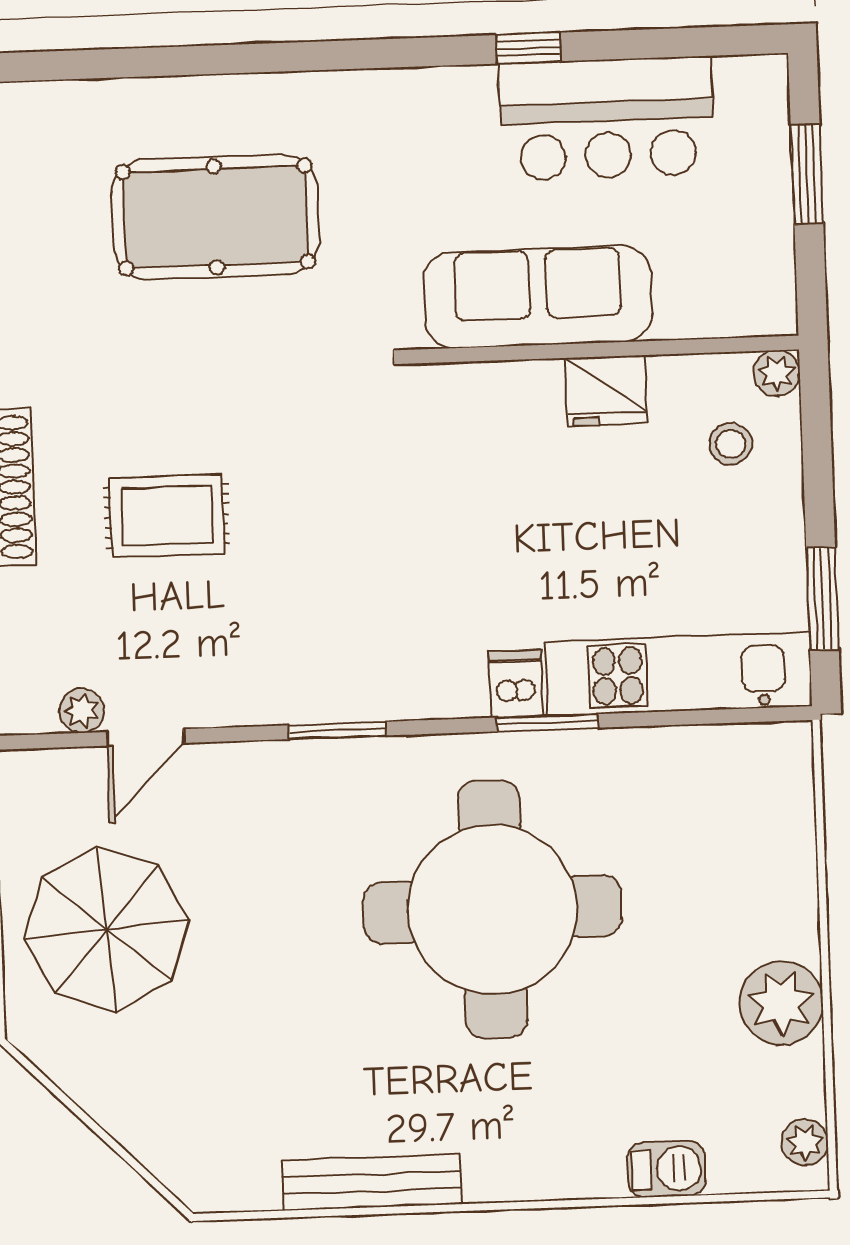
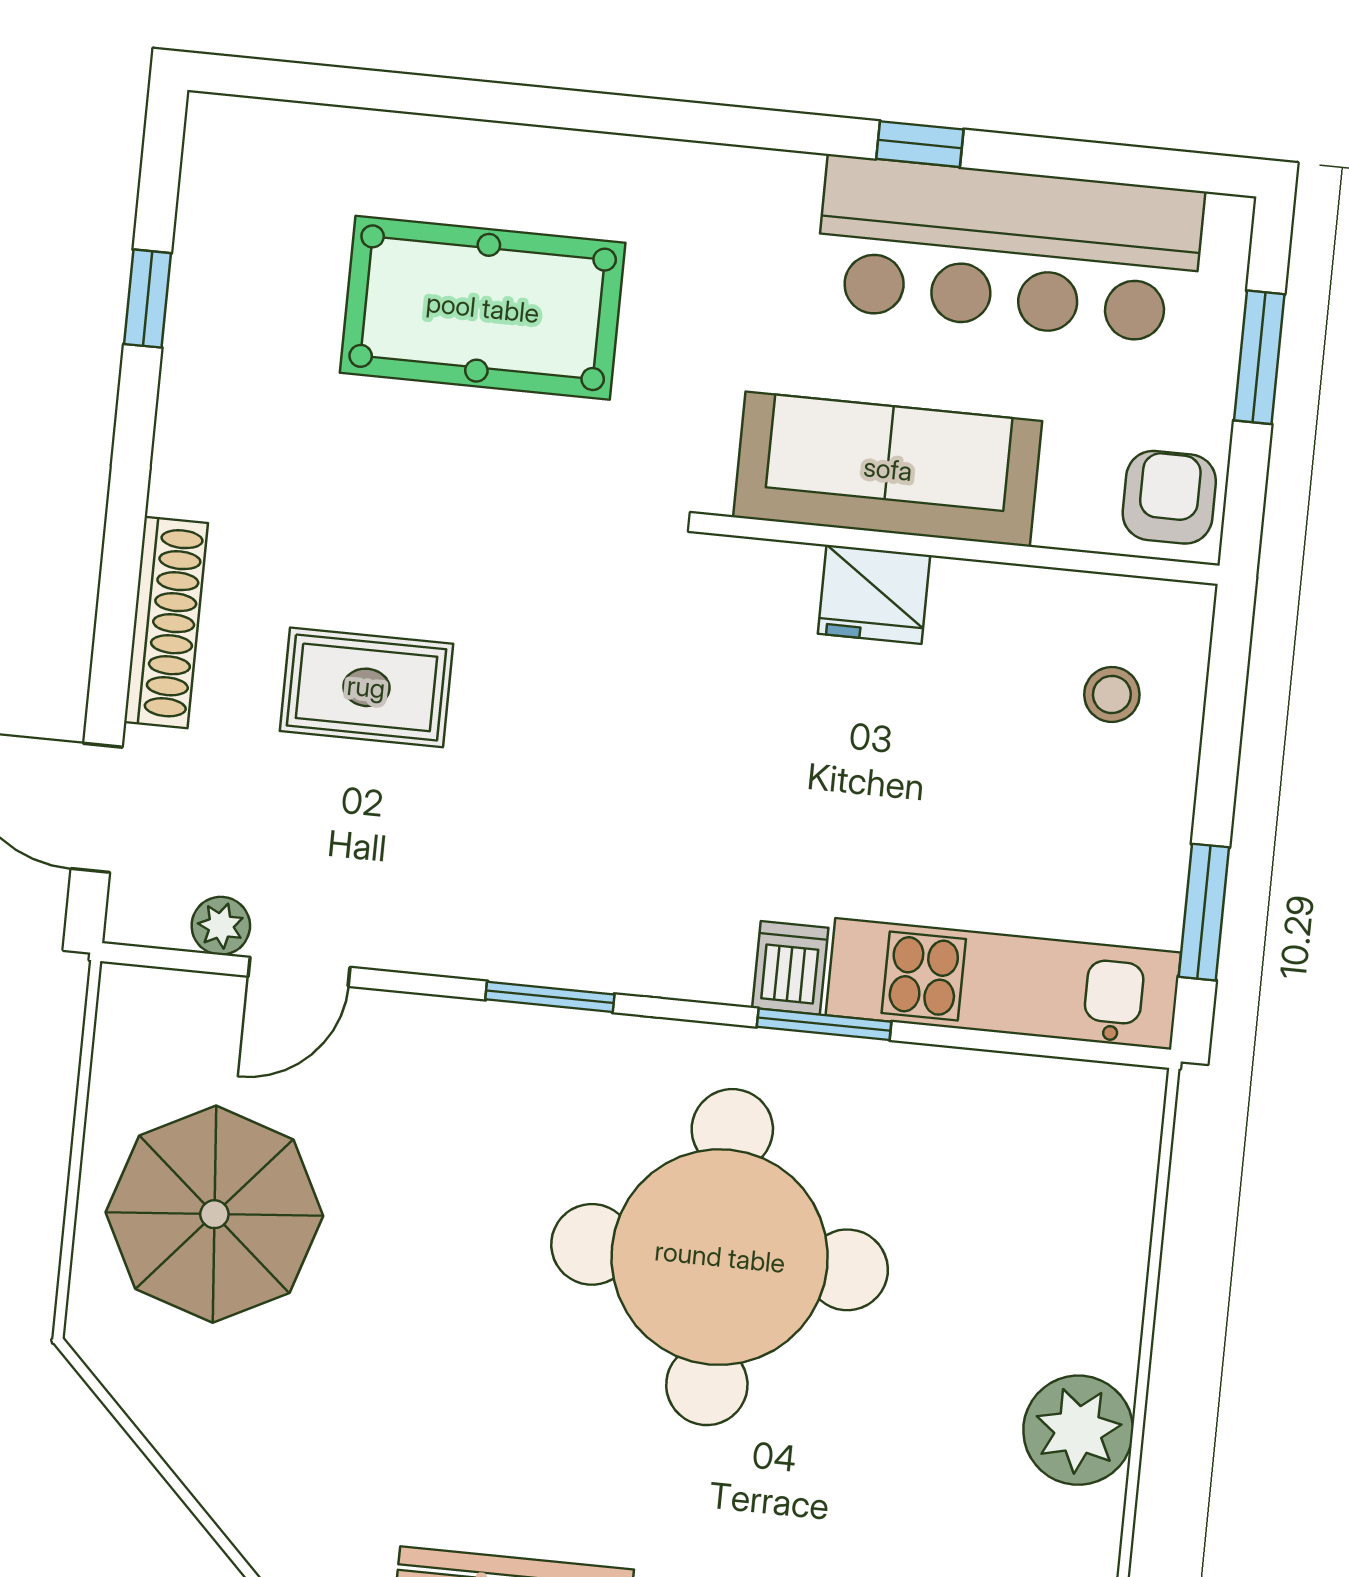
bar counter: (607, 118) -> (1009, 249), width x1.36
armchair: (754, 289) -> (1169, 497), added
plant: (777, 373) -> (1185, 611), removed
fridge: (606, 391) -> (874, 594), moved

